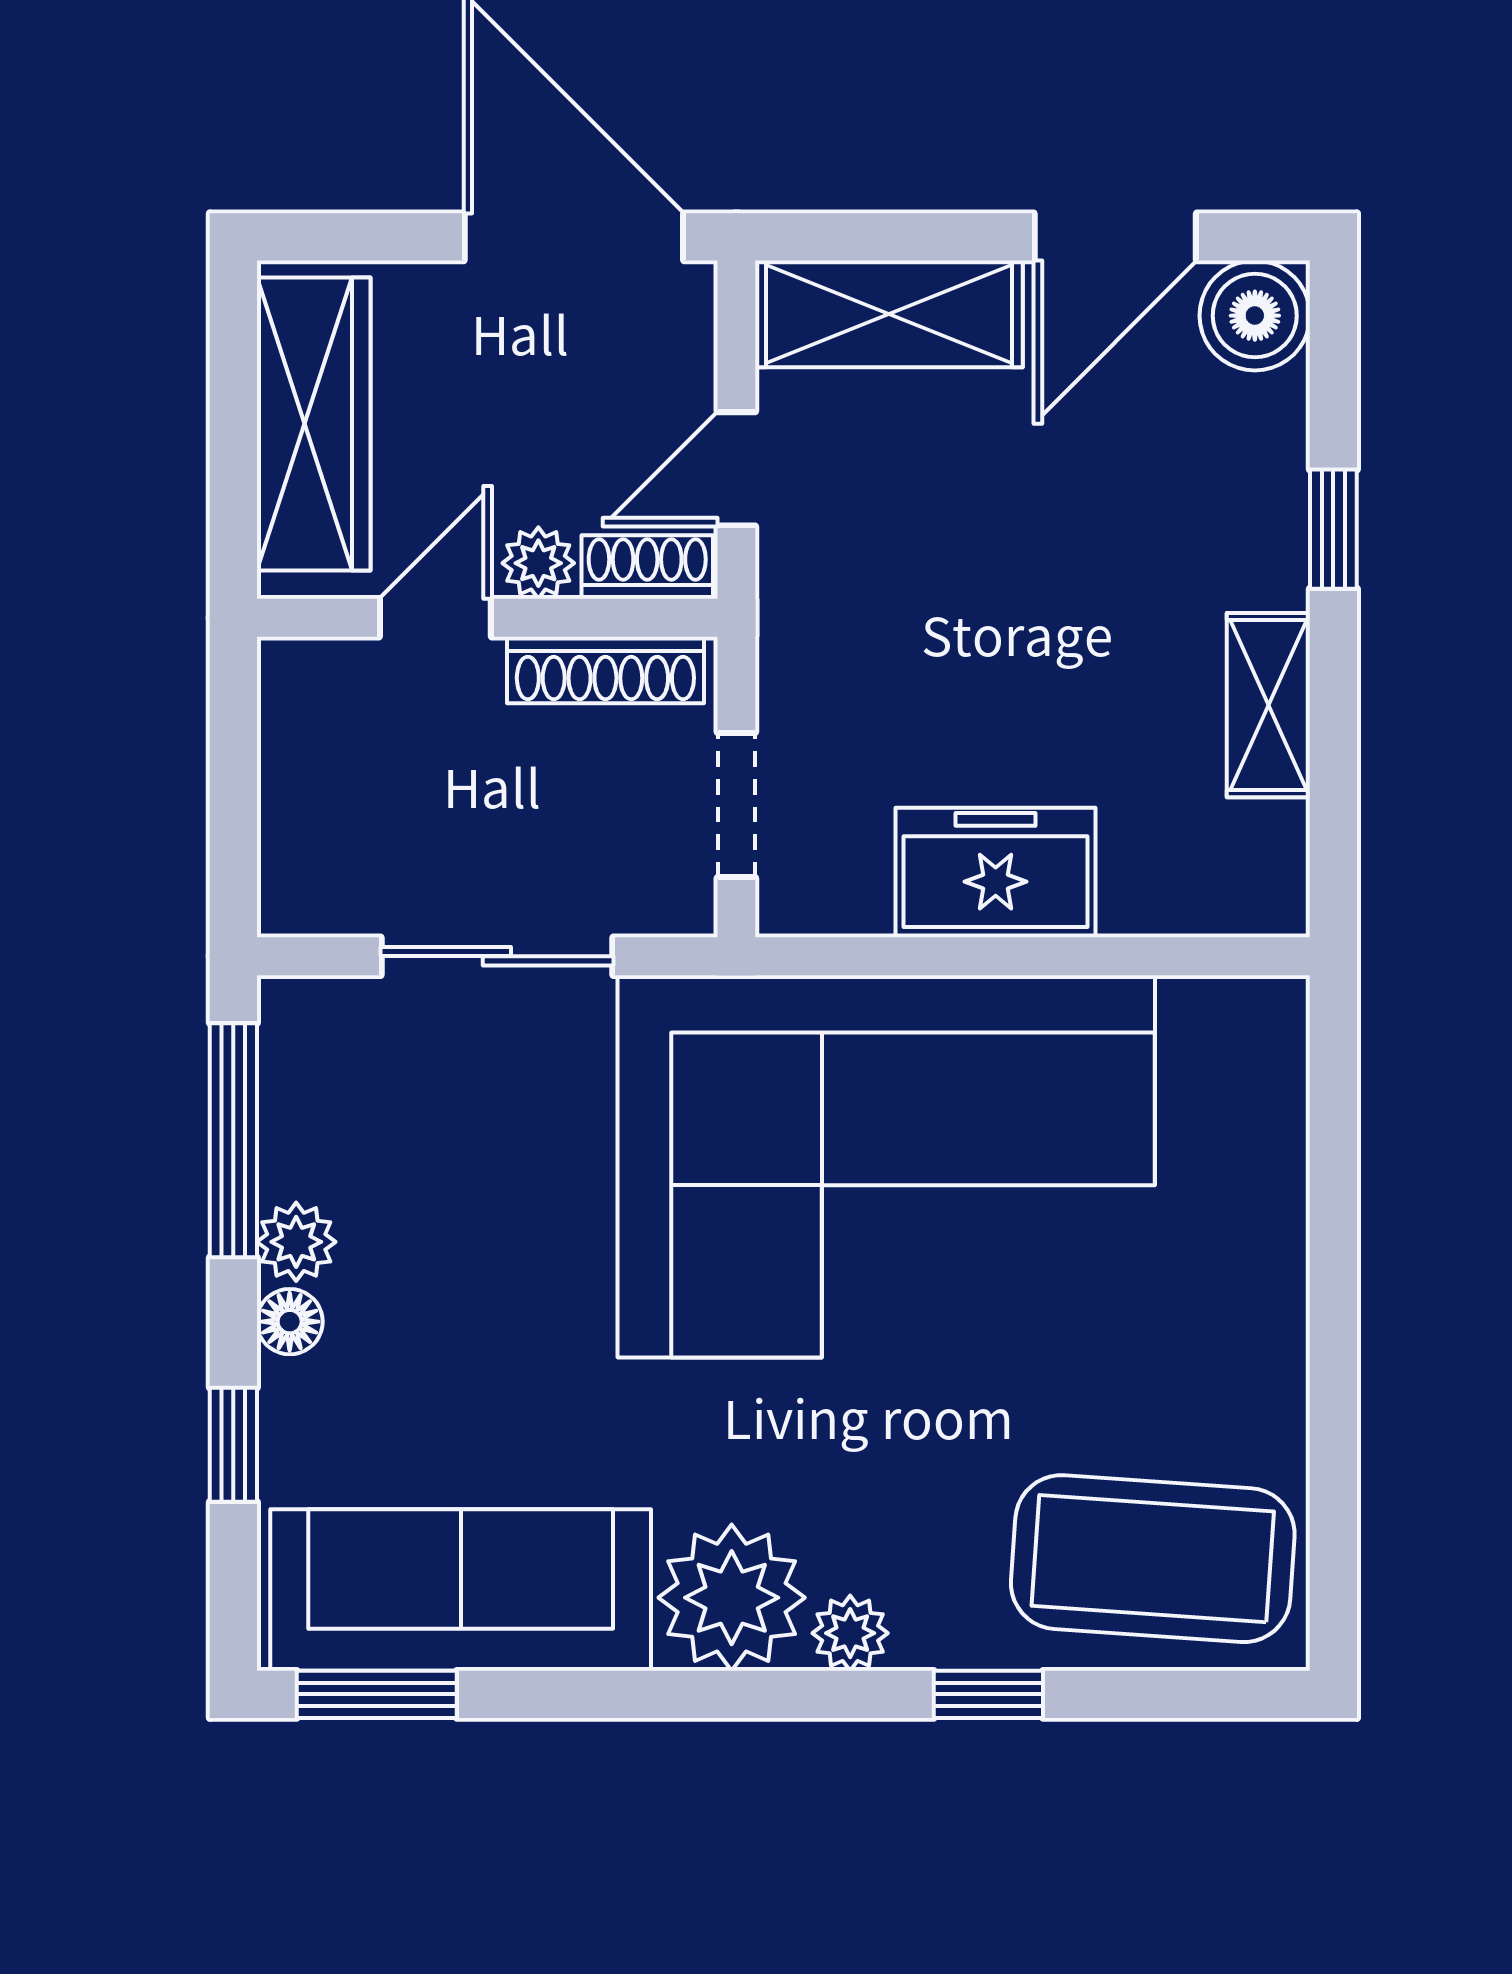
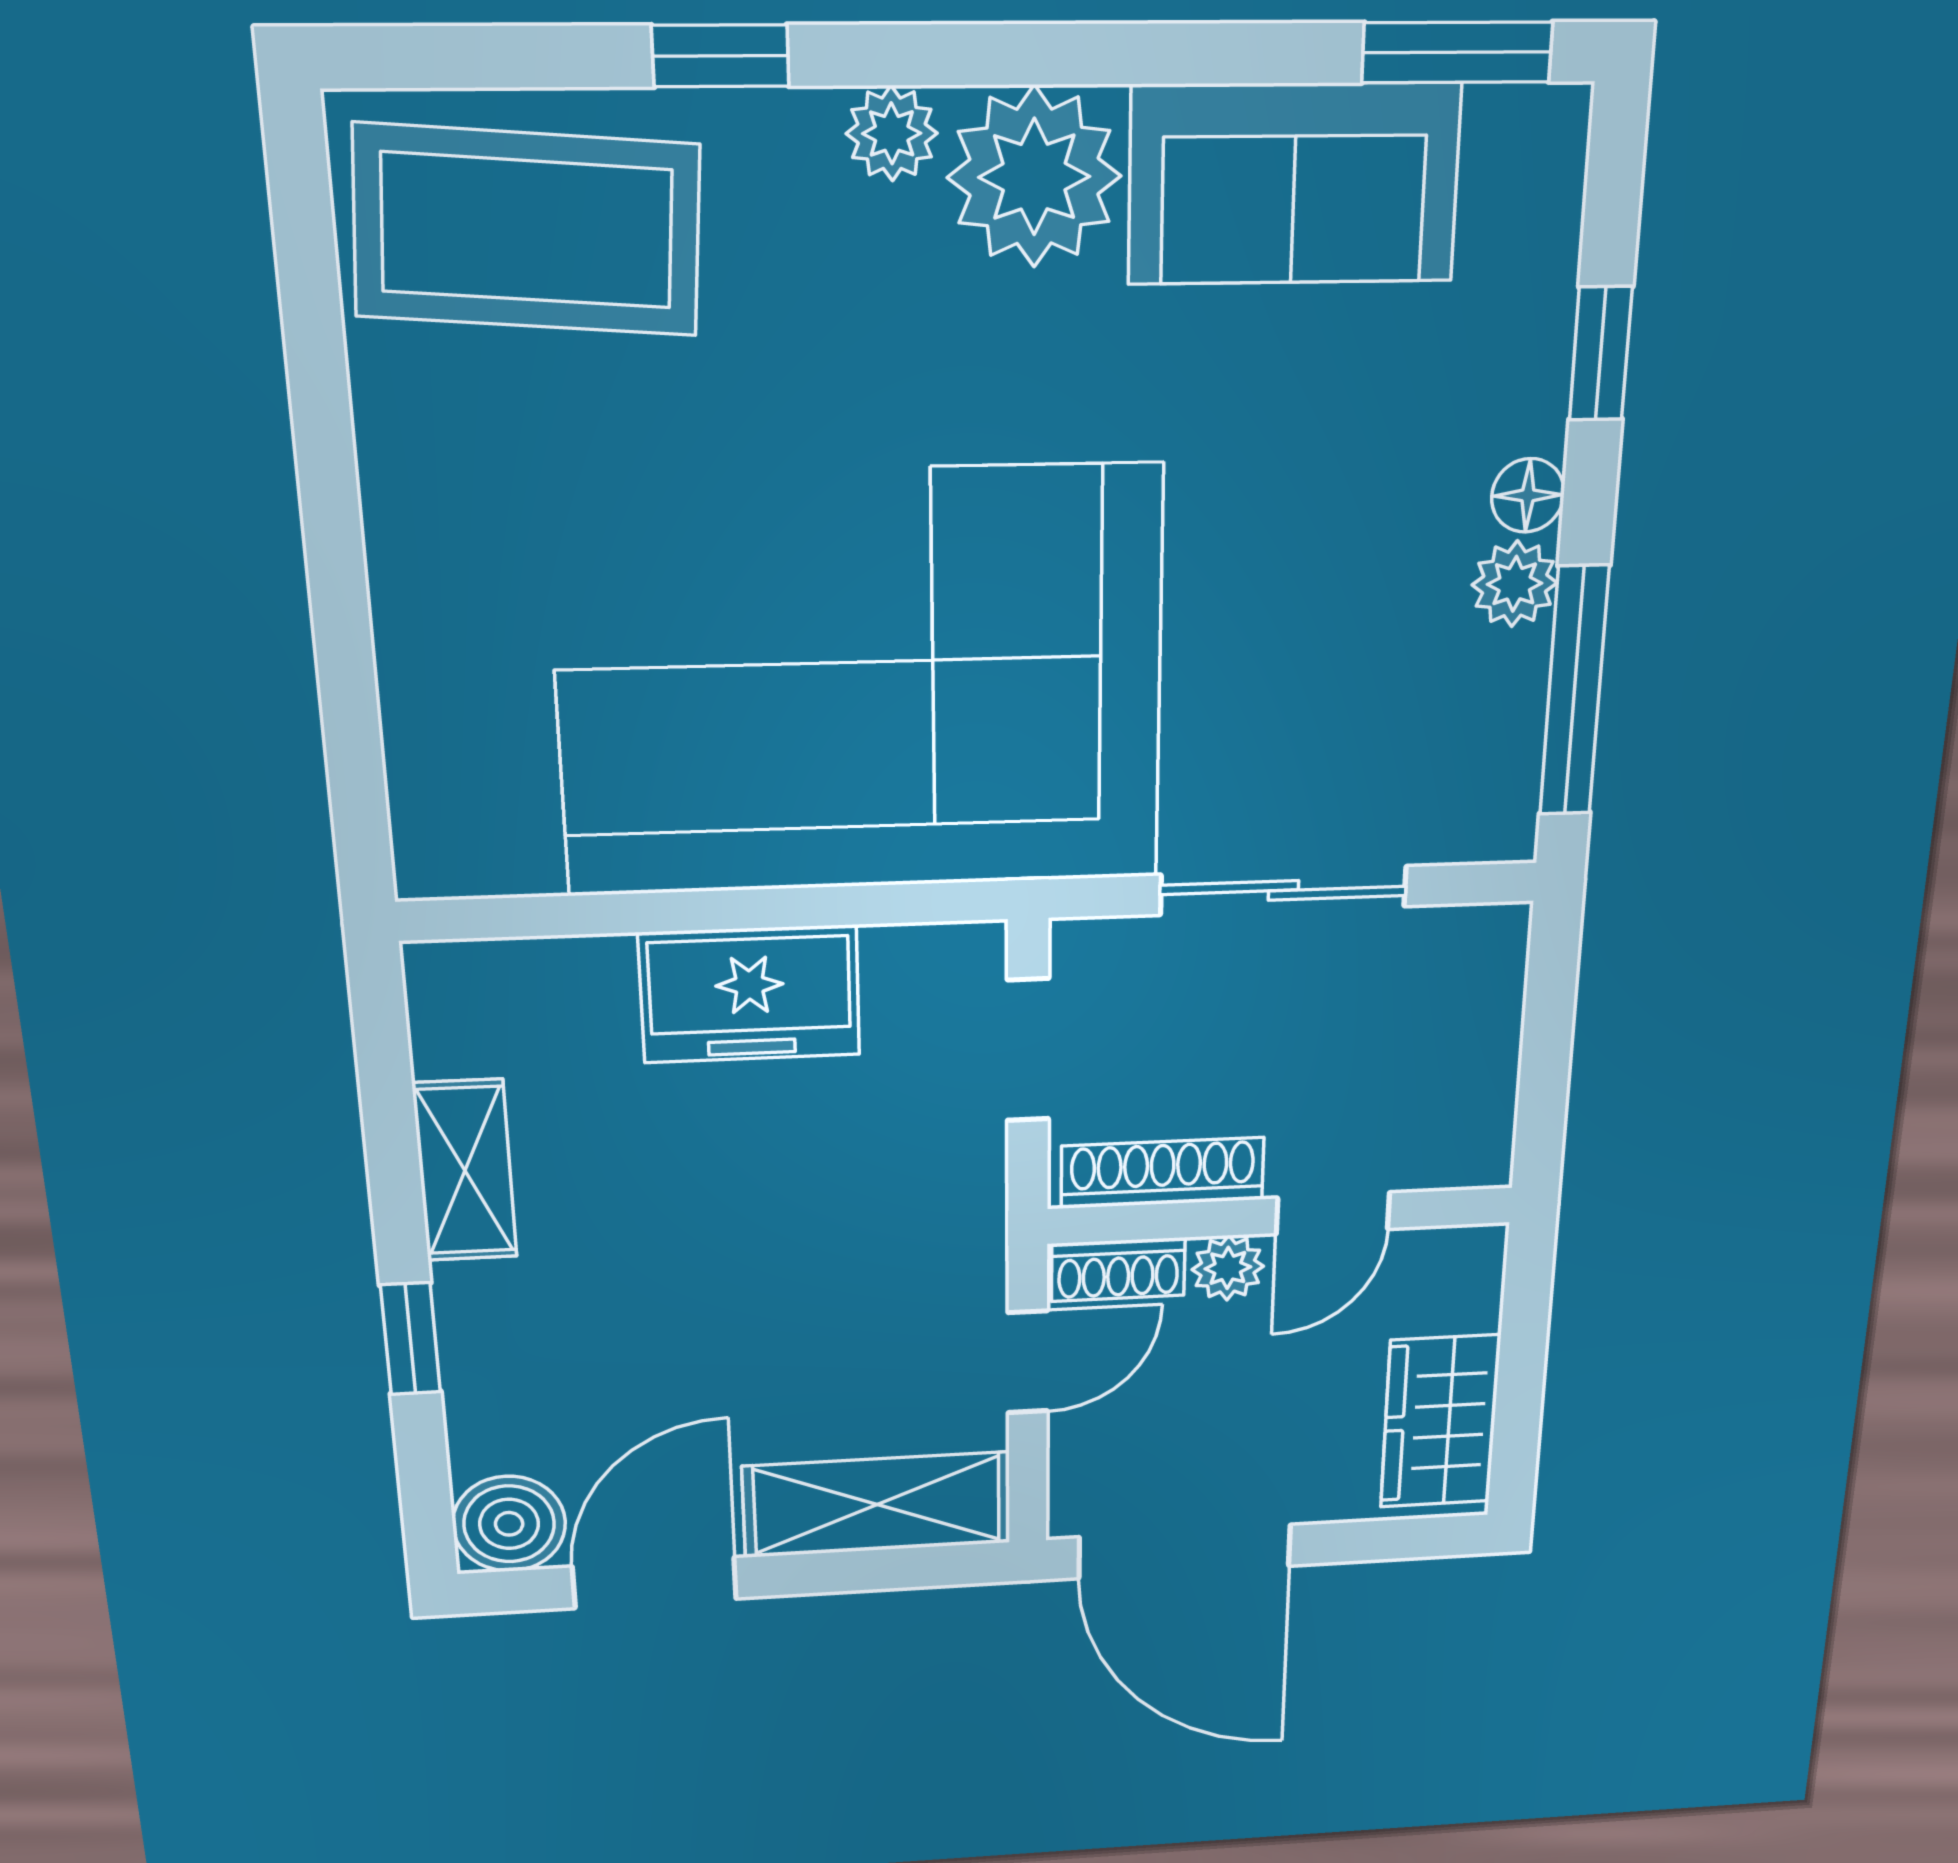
wardrobe: (314, 424) -> (1440, 1421), width x0.67
sofa: (461, 1590) -> (1294, 184), width x0.73

